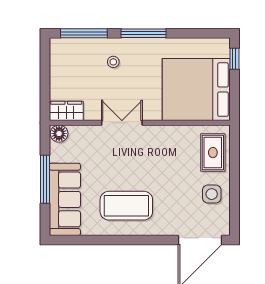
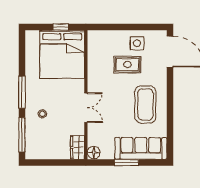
window: (234, 59) -> (61, 27), moved
double door: (122, 123) -> (86, 108), swing flipped
rug: (213, 153) -> (127, 65), moved
window: (45, 179) -> (126, 163), width x0.69

